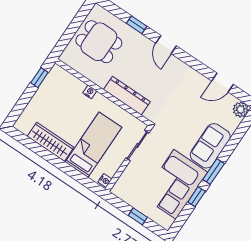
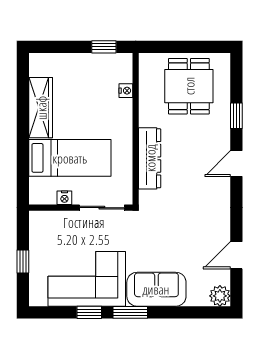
door: (222, 83) -> (236, 255), hinge flipped
nightstand: (90, 92) -> (126, 91), moved
nightstand: (105, 181) -> (64, 198), moved

